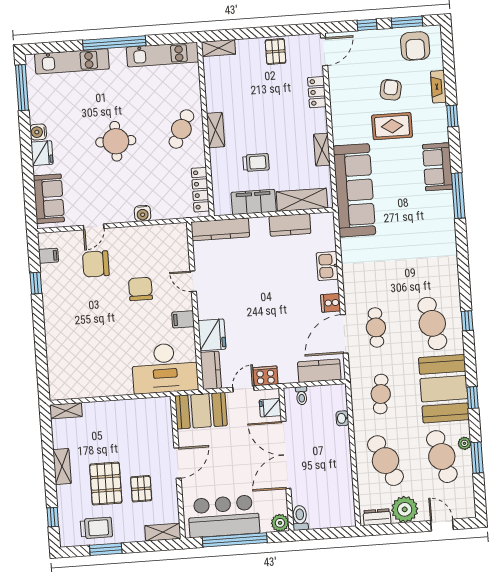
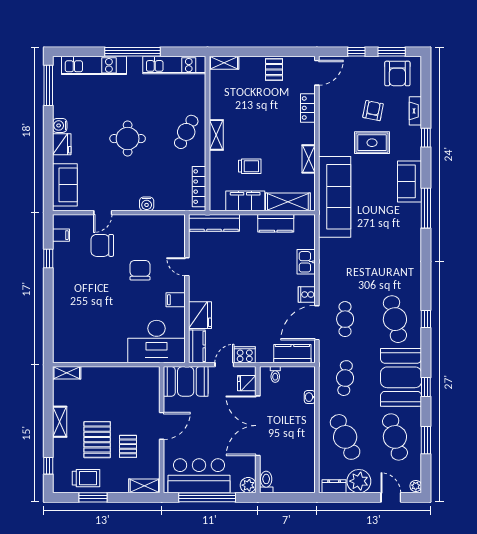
plant: (464, 443) -> (416, 486), moved

